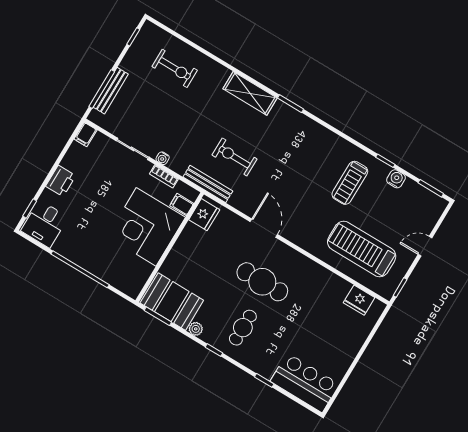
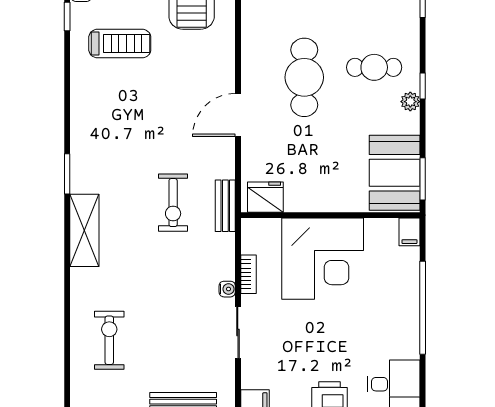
bench: (208, 184) -> (225, 206), width x0.73
filing cabinet: (182, 205) -> (409, 232), moved
plant: (196, 329) -> (410, 102), moved

